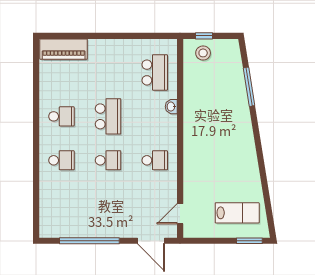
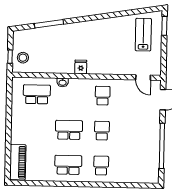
school desk: (61, 116) -> (68, 165), width x1.85
fridge: (192, 130) -> (81, 67), added

